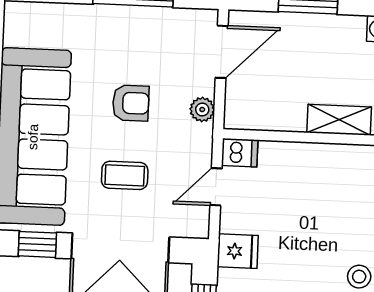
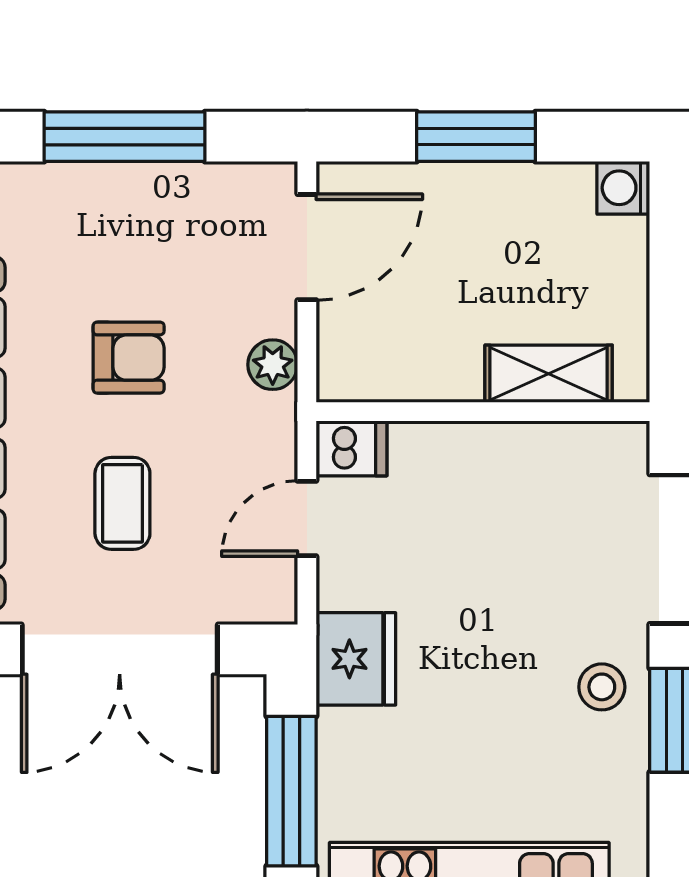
coffee table: (125, 175) -> (122, 503), turned 90
fridge: (238, 251) -> (356, 659), width x1.38

